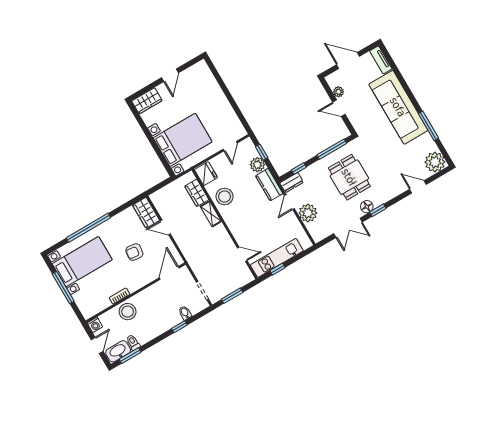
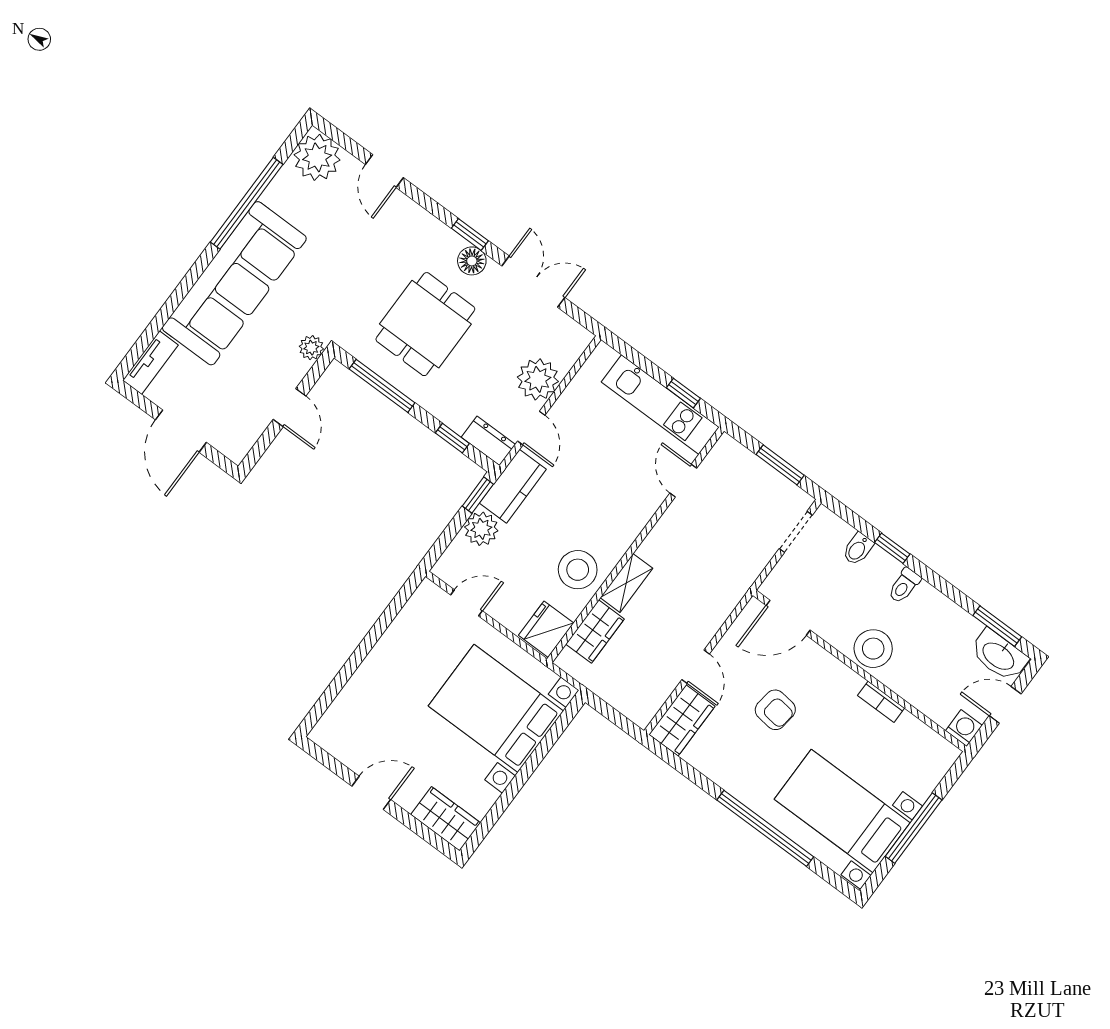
plant: (339, 92) -> (311, 348), moved
window: (428, 126) -> (247, 203), width x1.46
window: (262, 152) -> (478, 495), moved
door: (289, 202) -> (531, 428), hinge flipped
stool: (128, 312) -> (873, 649), moved
toilet: (133, 342) -> (904, 586), moved

